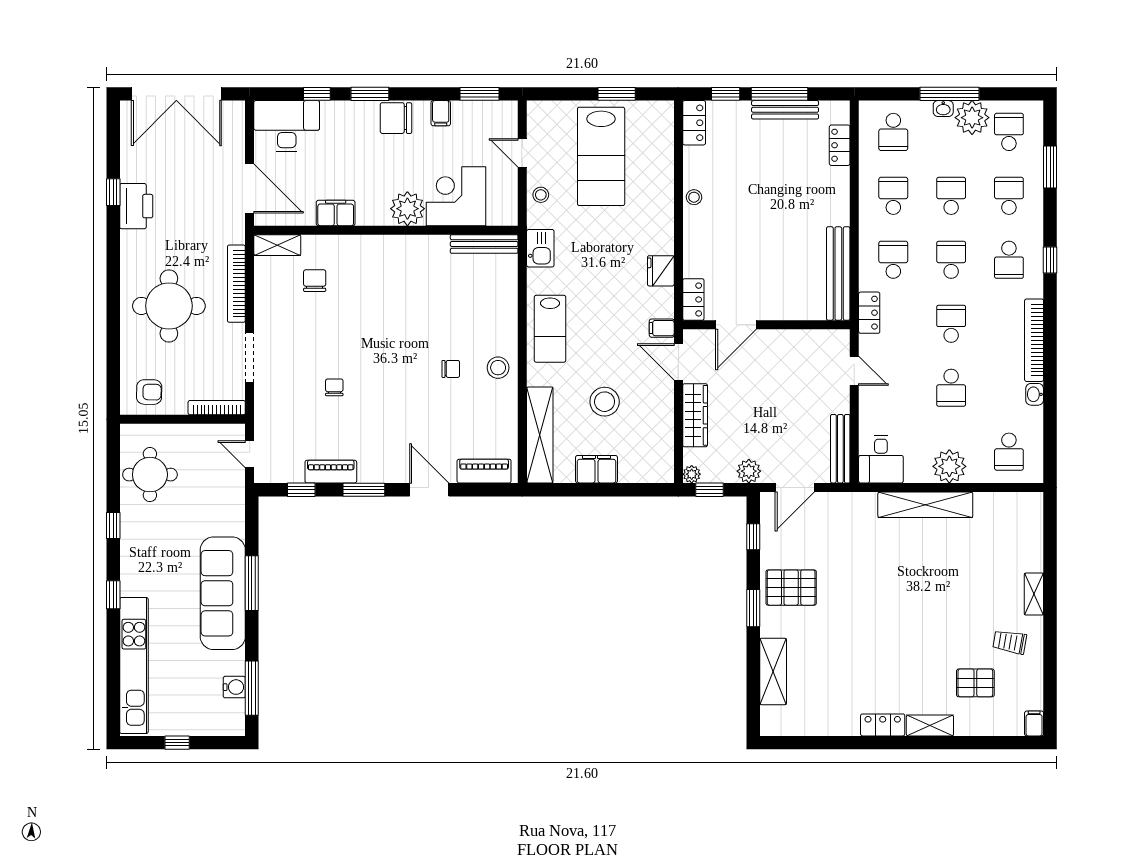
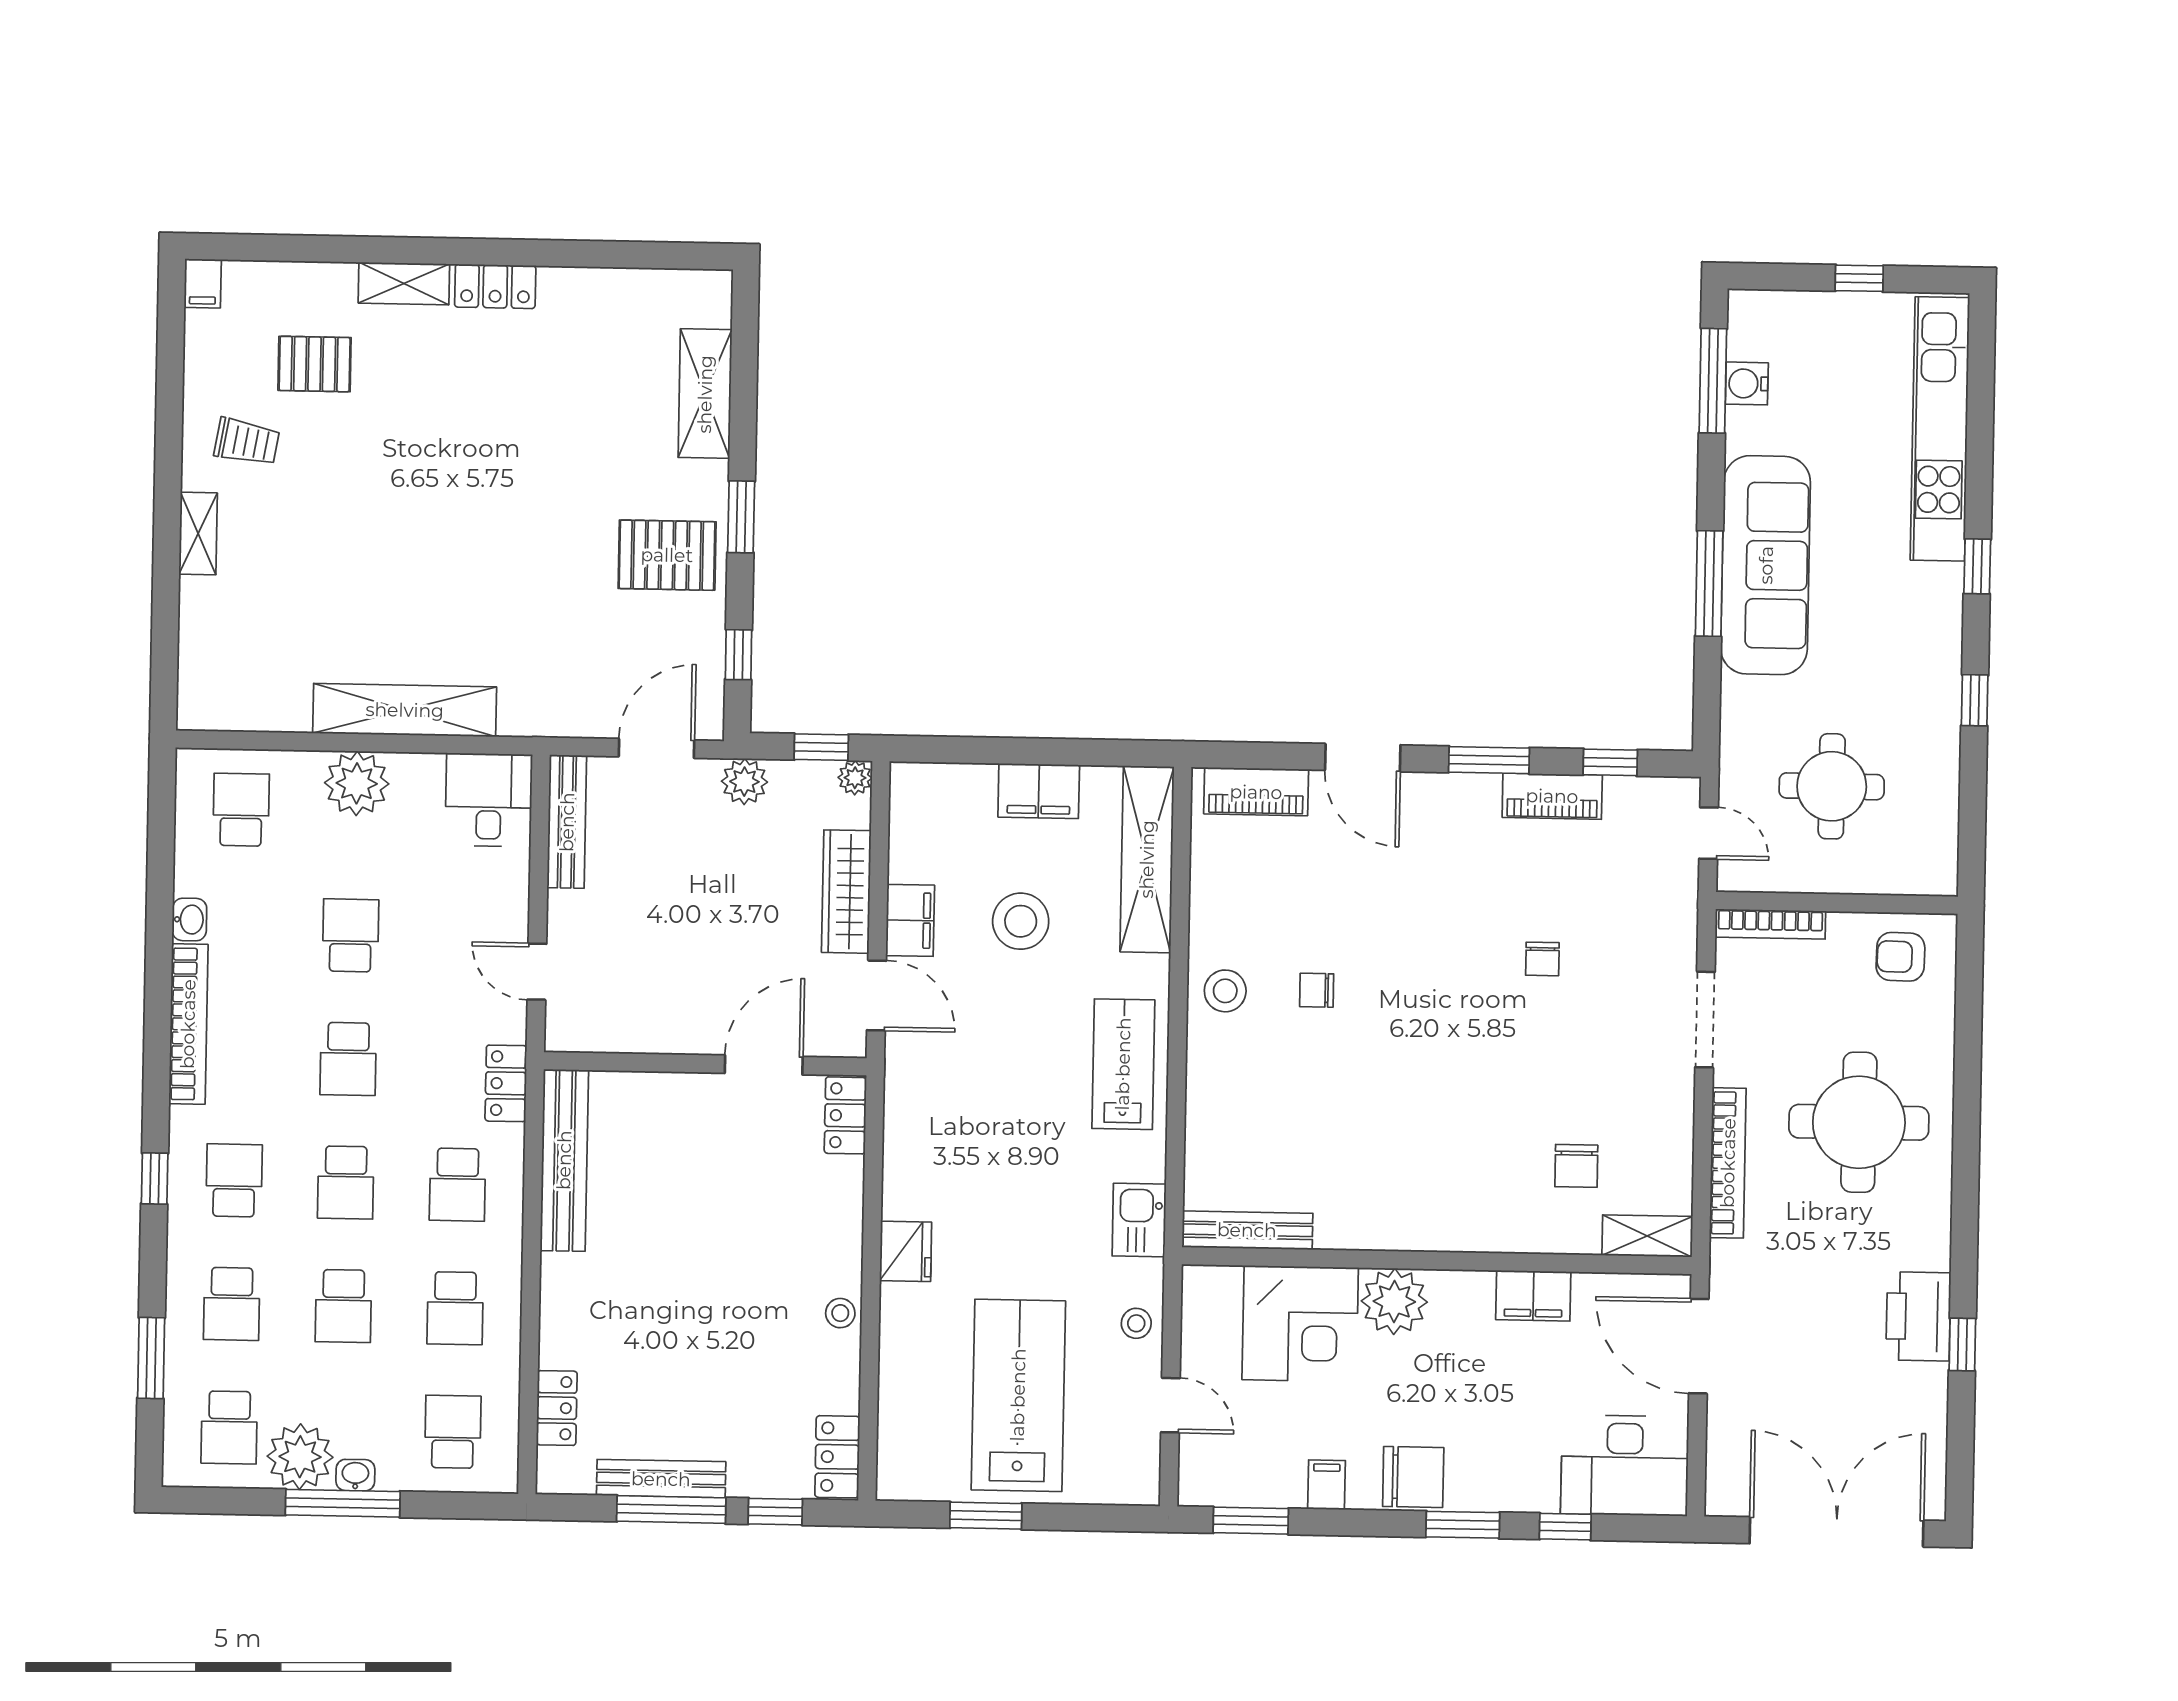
fridge: (661, 271) -> (906, 1251), moved
filing cabinet: (662, 328) -> (910, 920), moved, width x2.00
round table: (150, 475) -> (1832, 786), moved

